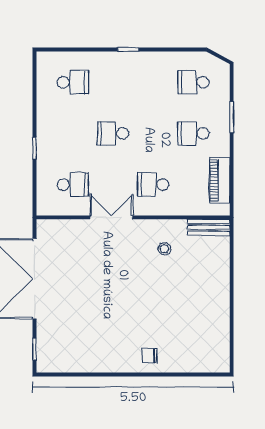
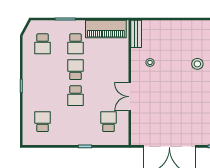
piano: (220, 180) -> (106, 29), width x1.37, depth x1.33
school desk: (153, 185) -> (76, 70), moved, turned 180
stool: (162, 322) -> (197, 64), added

